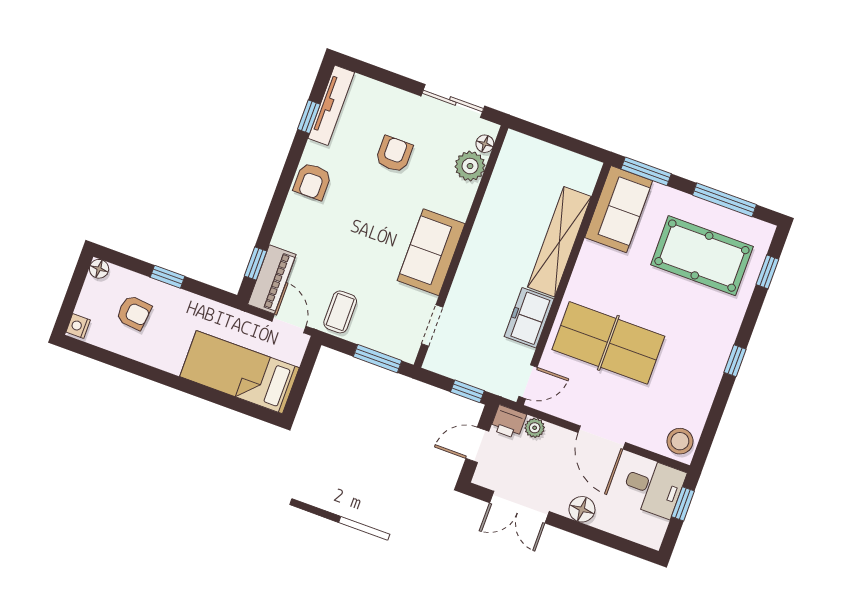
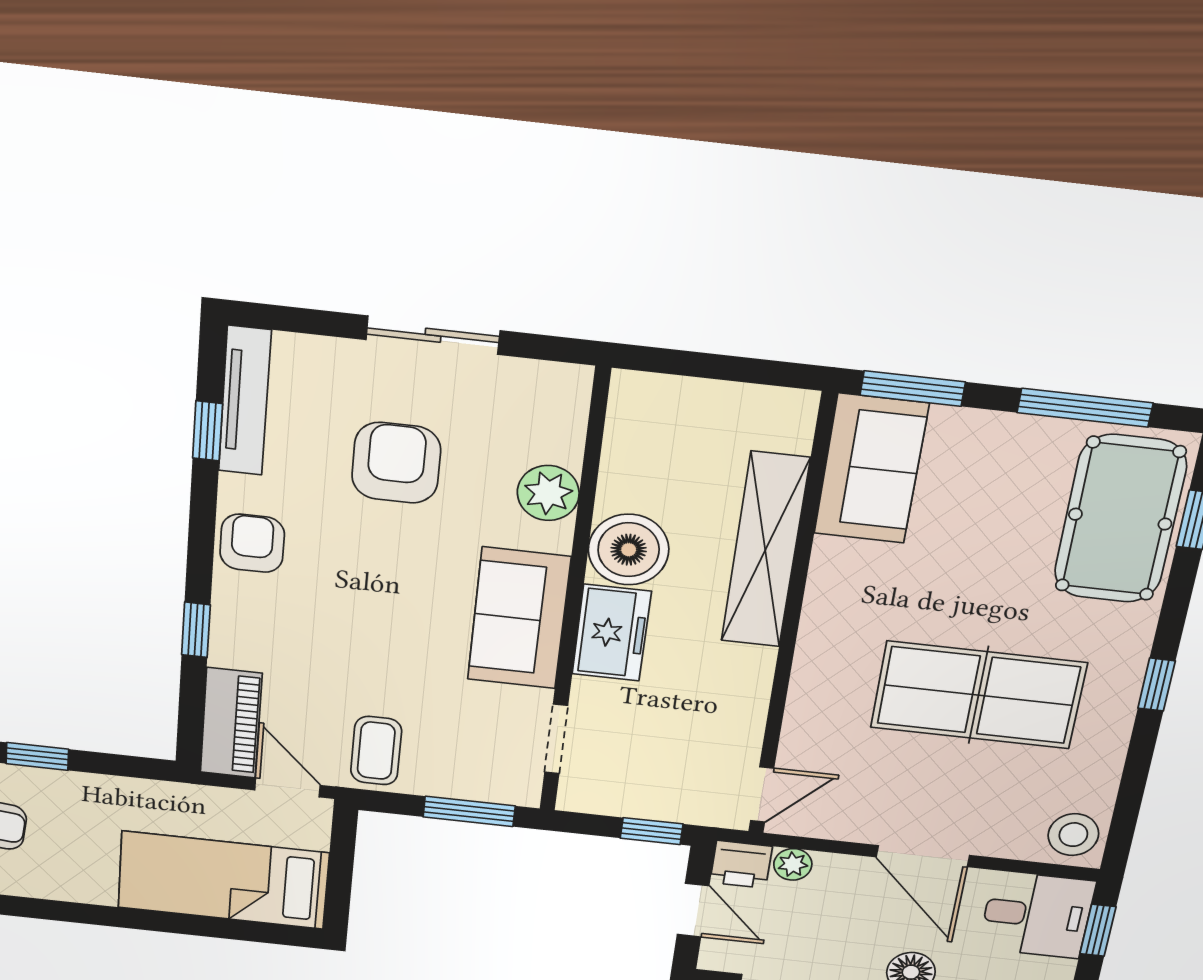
sliding door: (453, 101) -> (433, 335), moved
floor lamp: (485, 144) -> (572, 406), removed
armchair: (394, 154) -> (396, 463), width x1.38, depth x1.38
plant: (470, 166) -> (548, 493), moved
armchair: (312, 181) -> (252, 543), turned 180
boiler: (494, 226) -> (629, 550), added
pool table: (702, 256) -> (1120, 519), moved, turned 90
window: (256, 263) -> (196, 630), moved
freezer: (529, 318) -> (612, 633), moved, turned 180
table tennis table: (608, 343) -> (979, 695), moved
door: (477, 445) -> (693, 910), swing flipped

